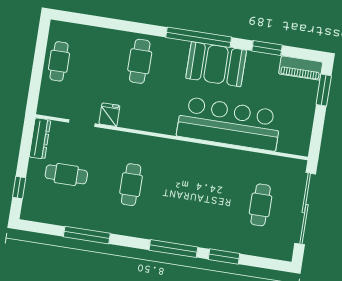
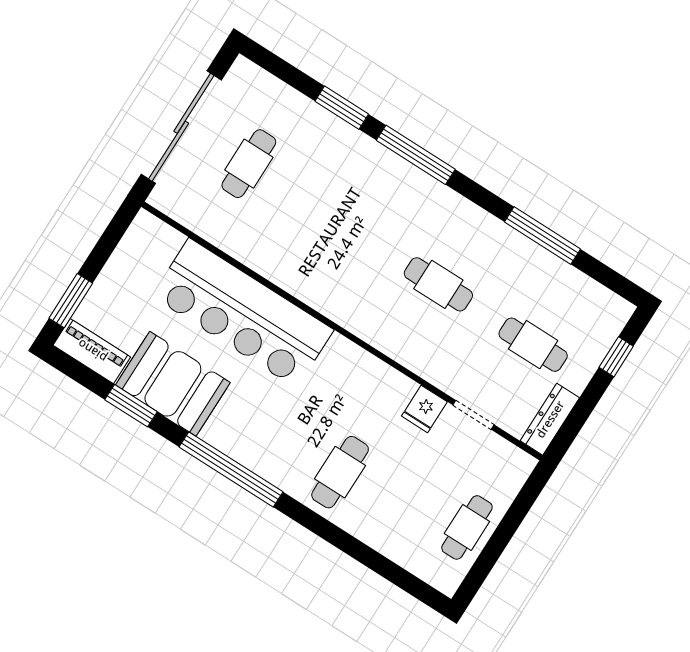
booth: (216, 64) -> (173, 384), moved
cafe table: (131, 185) -> (438, 284), turned 90

